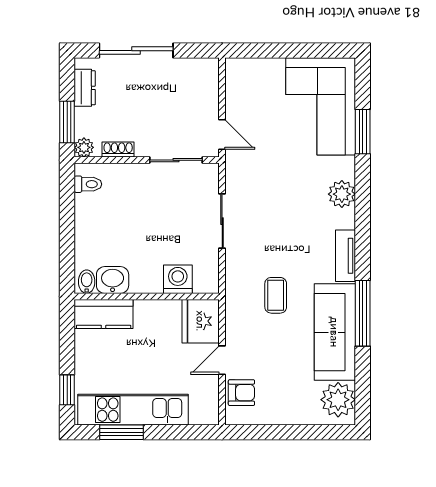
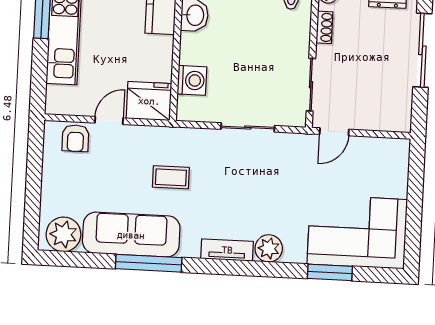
tv unit: (346, 256) -> (227, 250), moved
door: (222, 360) -> (109, 120), hinge flipped

